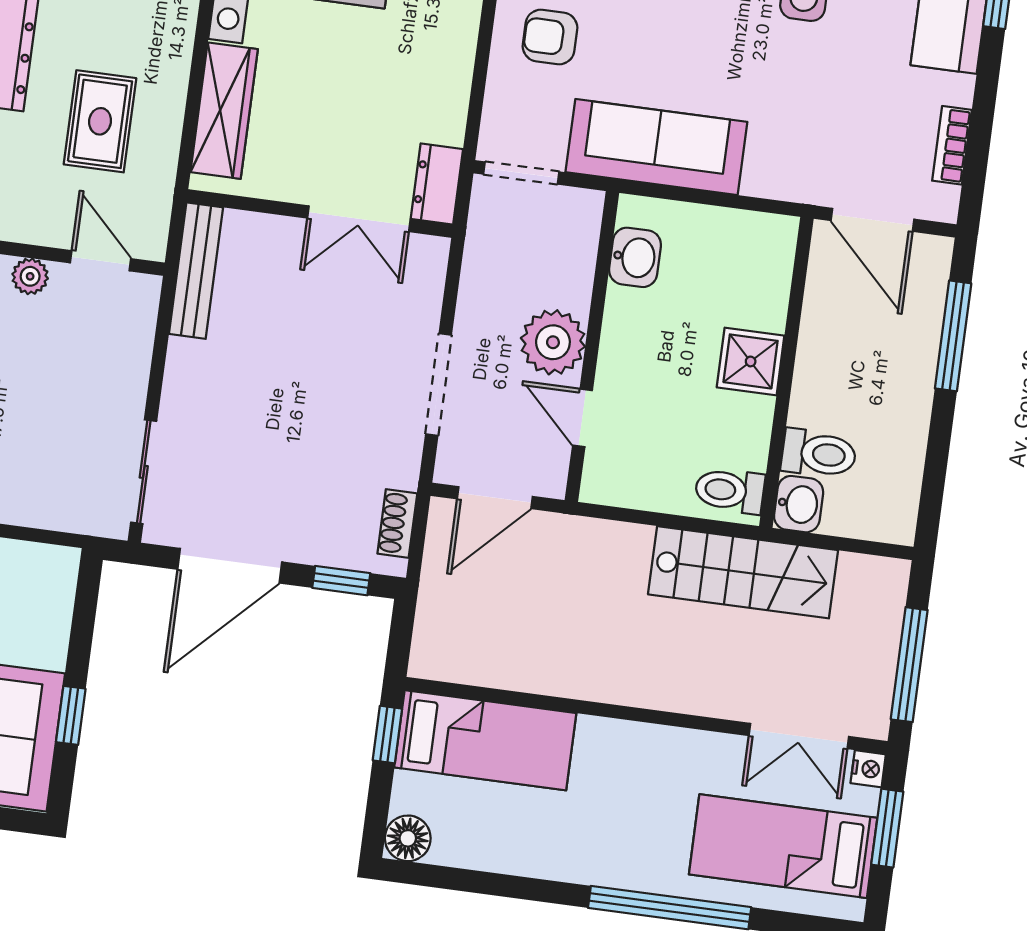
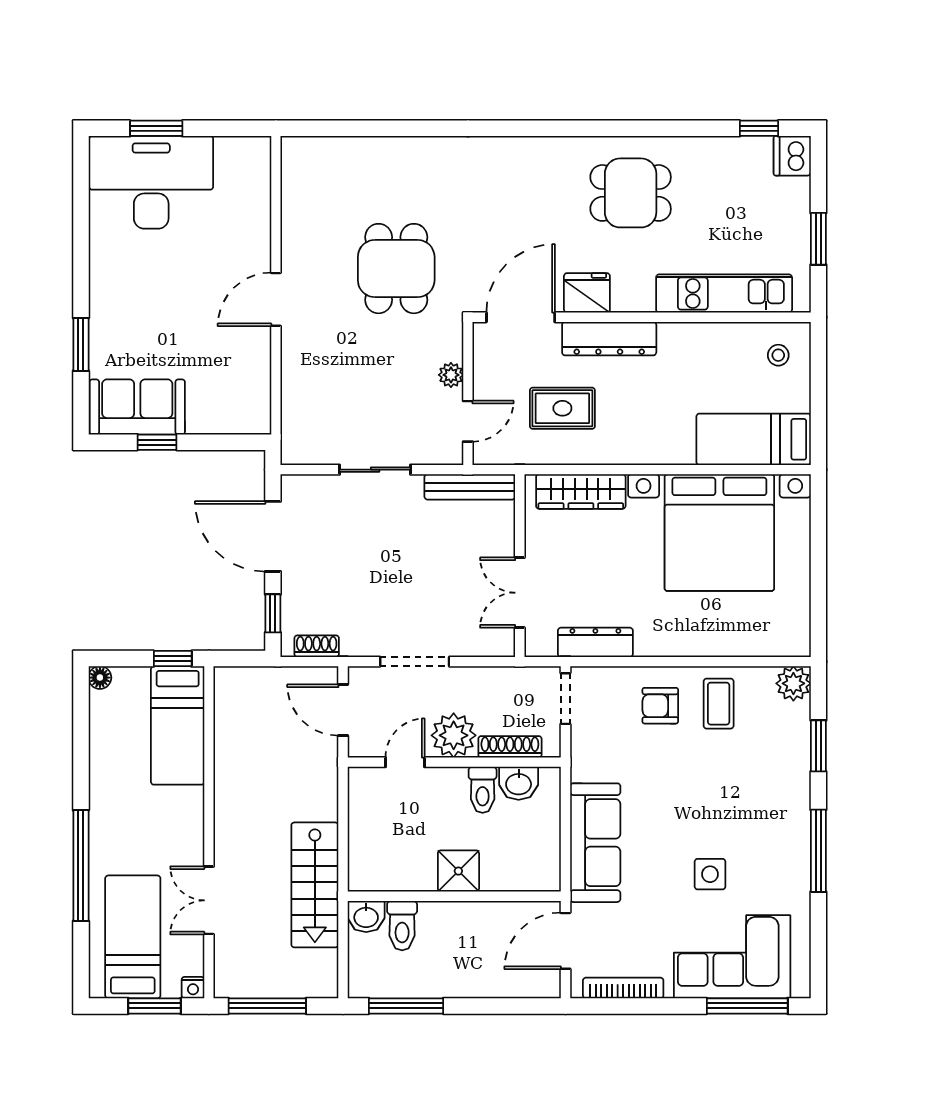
armchair: (550, 37) -> (660, 706), turned -90
bookcase: (952, 145) -> (623, 988), width x1.56
sofa: (656, 147) -> (595, 843), moved
dresser: (437, 184) -> (595, 642), moved, width x1.44
shoe rack: (581, 263) -> (510, 747), added
window: (953, 336) -> (406, 1006), moved
sliding door: (144, 472) -> (375, 470), moved
toilet: (730, 491) -> (483, 790), moved, turned 180
double door: (799, 736) -> (209, 900), moved
floor lamp: (408, 838) -> (100, 678), width x0.73, depth x0.73

